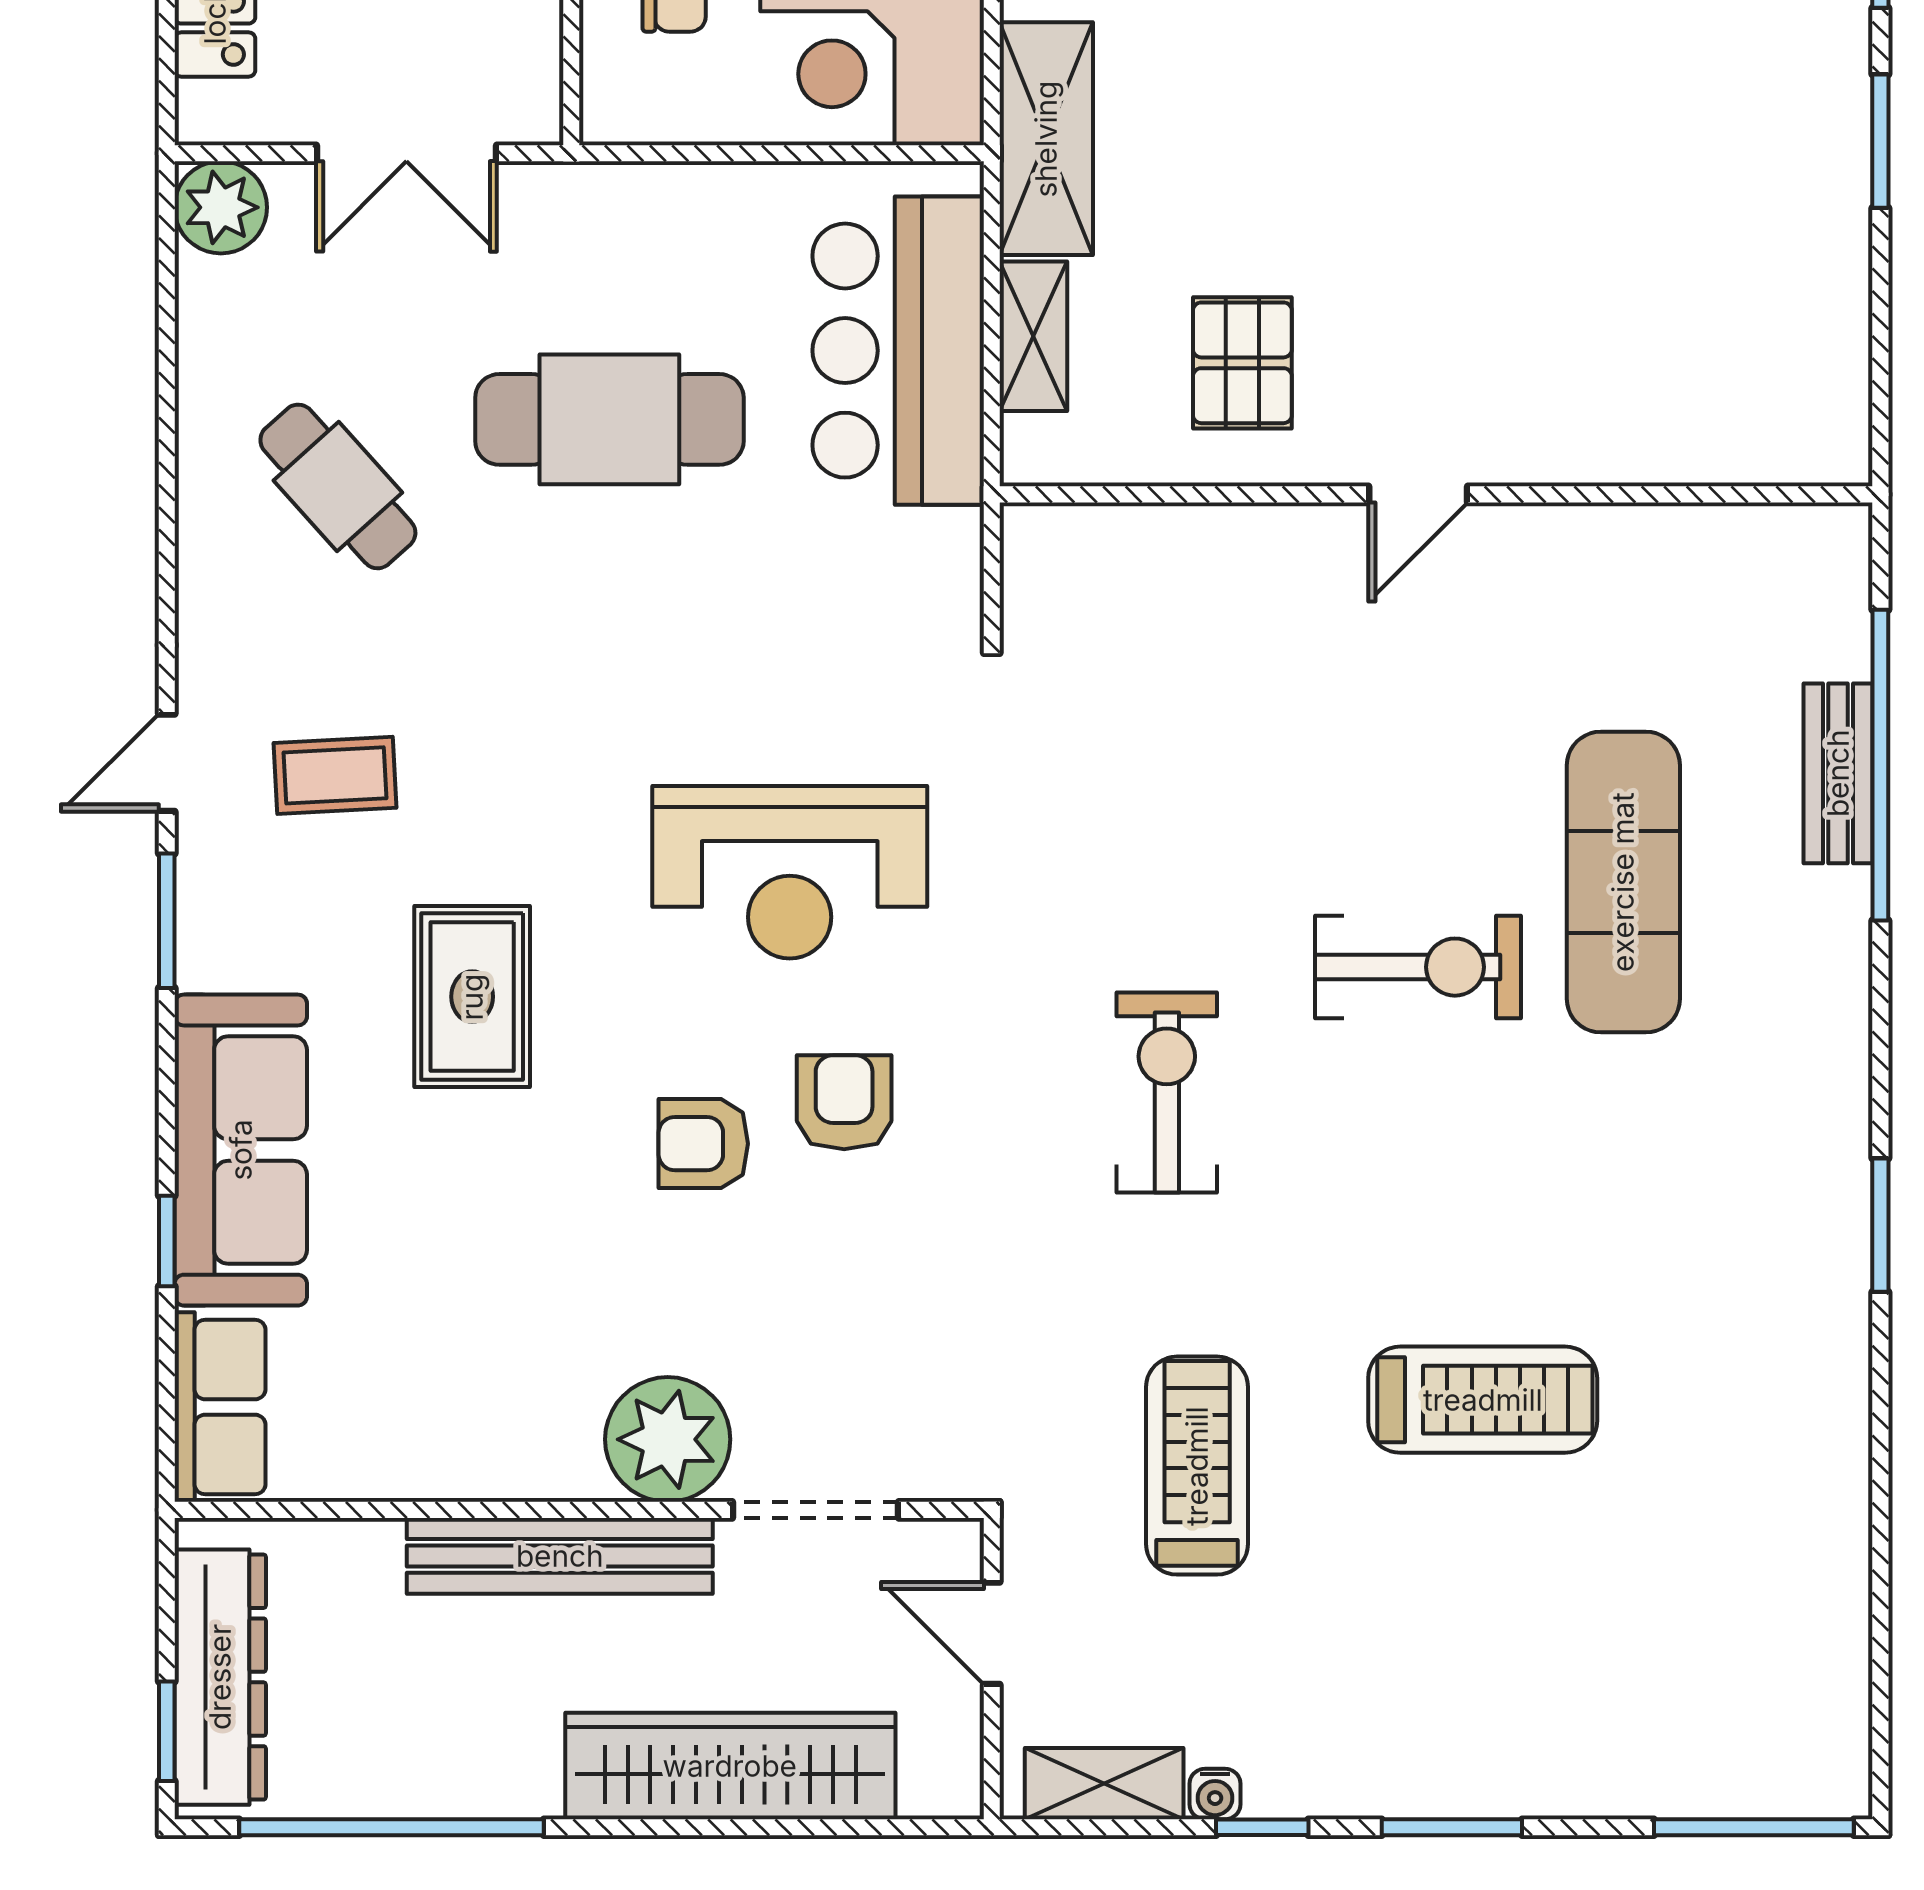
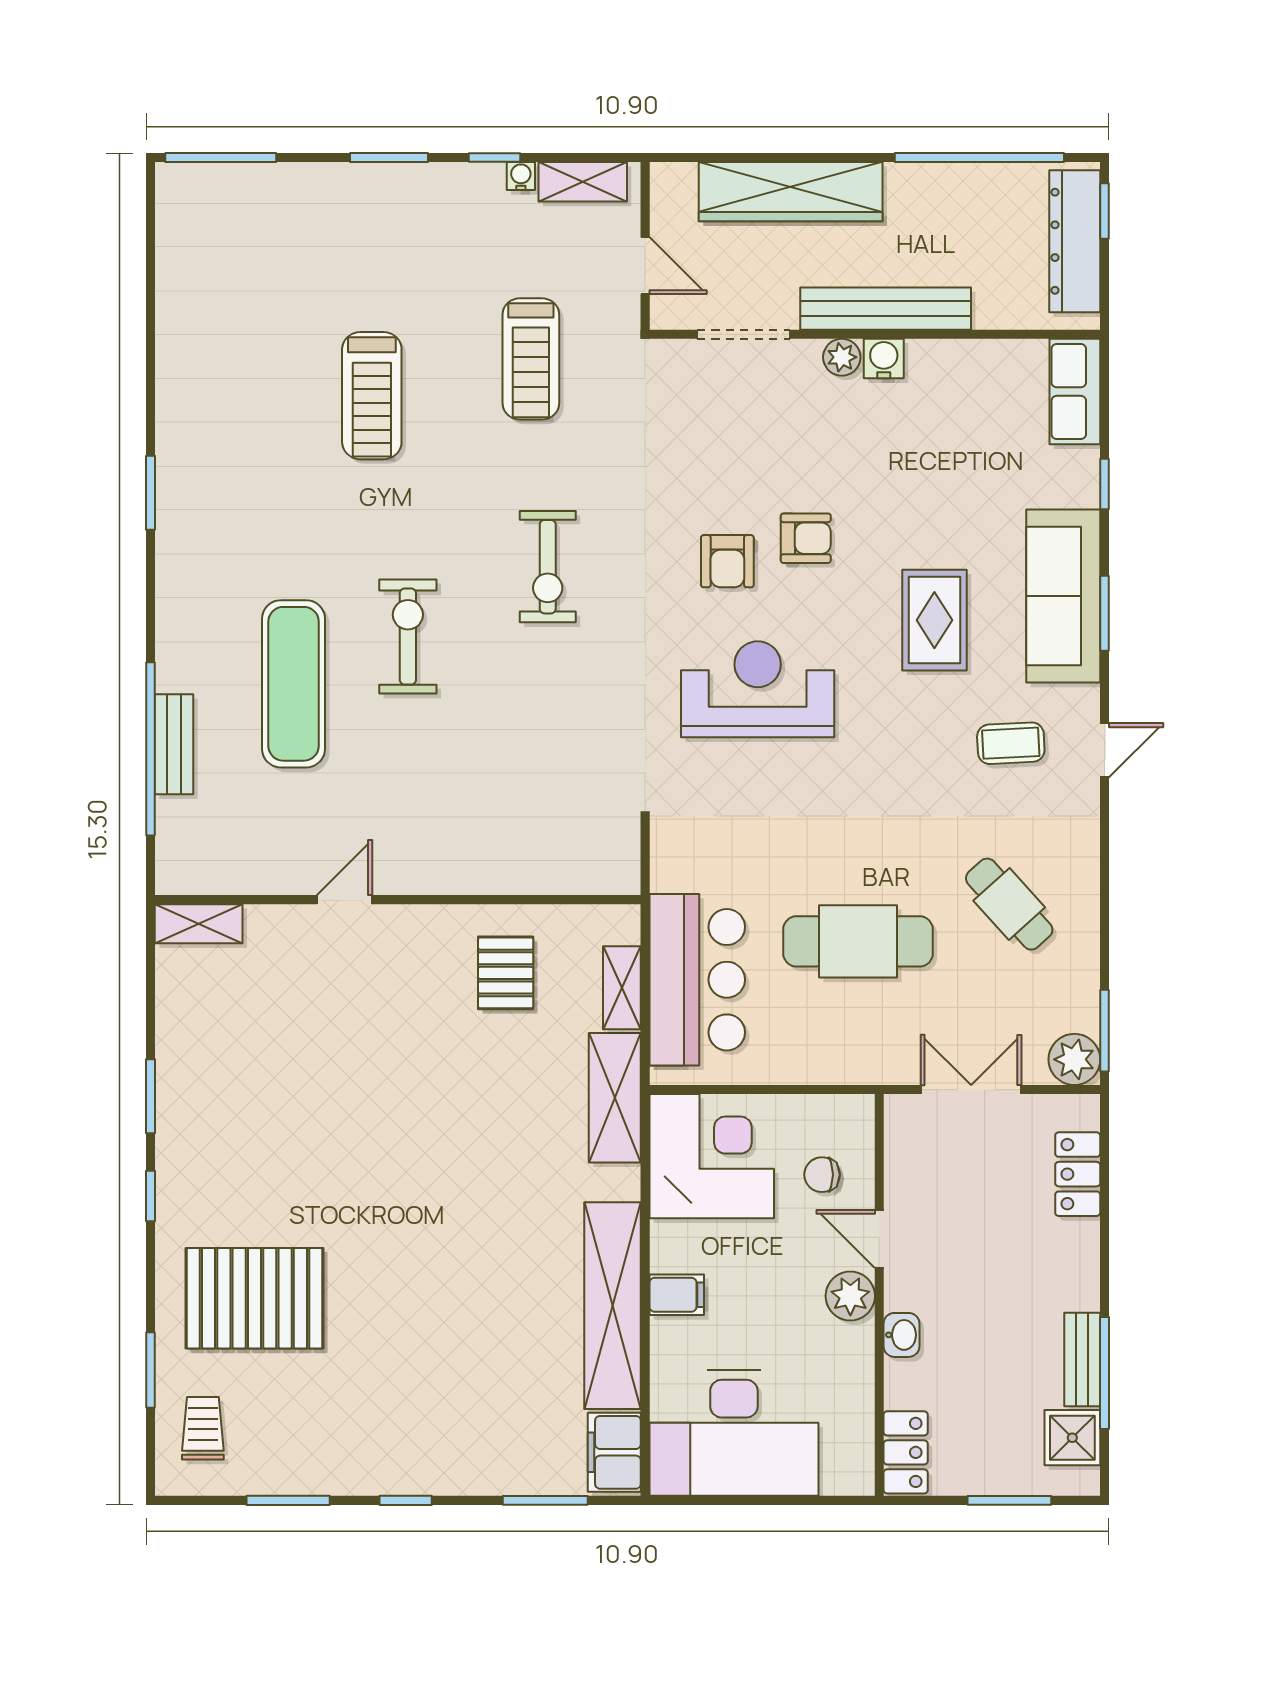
window: (167, 259) -> (1105, 1031), added
shelving: (1794, 451) -> (199, 924), added
door: (1418, 494) -> (344, 900), moved
window: (167, 921) -> (1105, 613), moved
exercise bike: (1418, 967) -> (408, 636), turned 90
sofa: (241, 1150) -> (1063, 596), moved
treadmill: (1483, 1400) -> (372, 396), turned -90
plant: (668, 1439) -> (842, 357), width x0.53, depth x0.53
water cooler: (563, 1466) -> (884, 359), added

